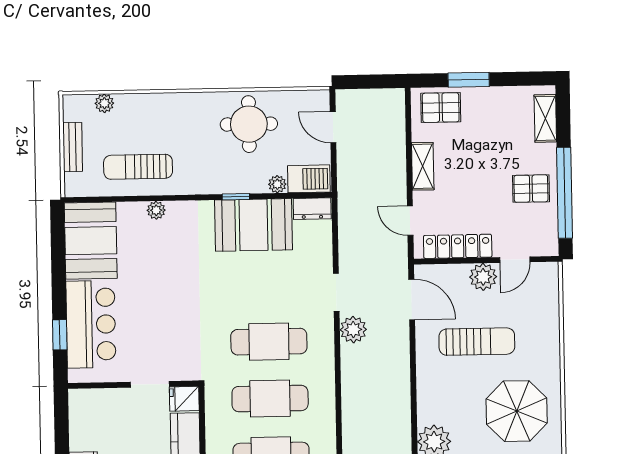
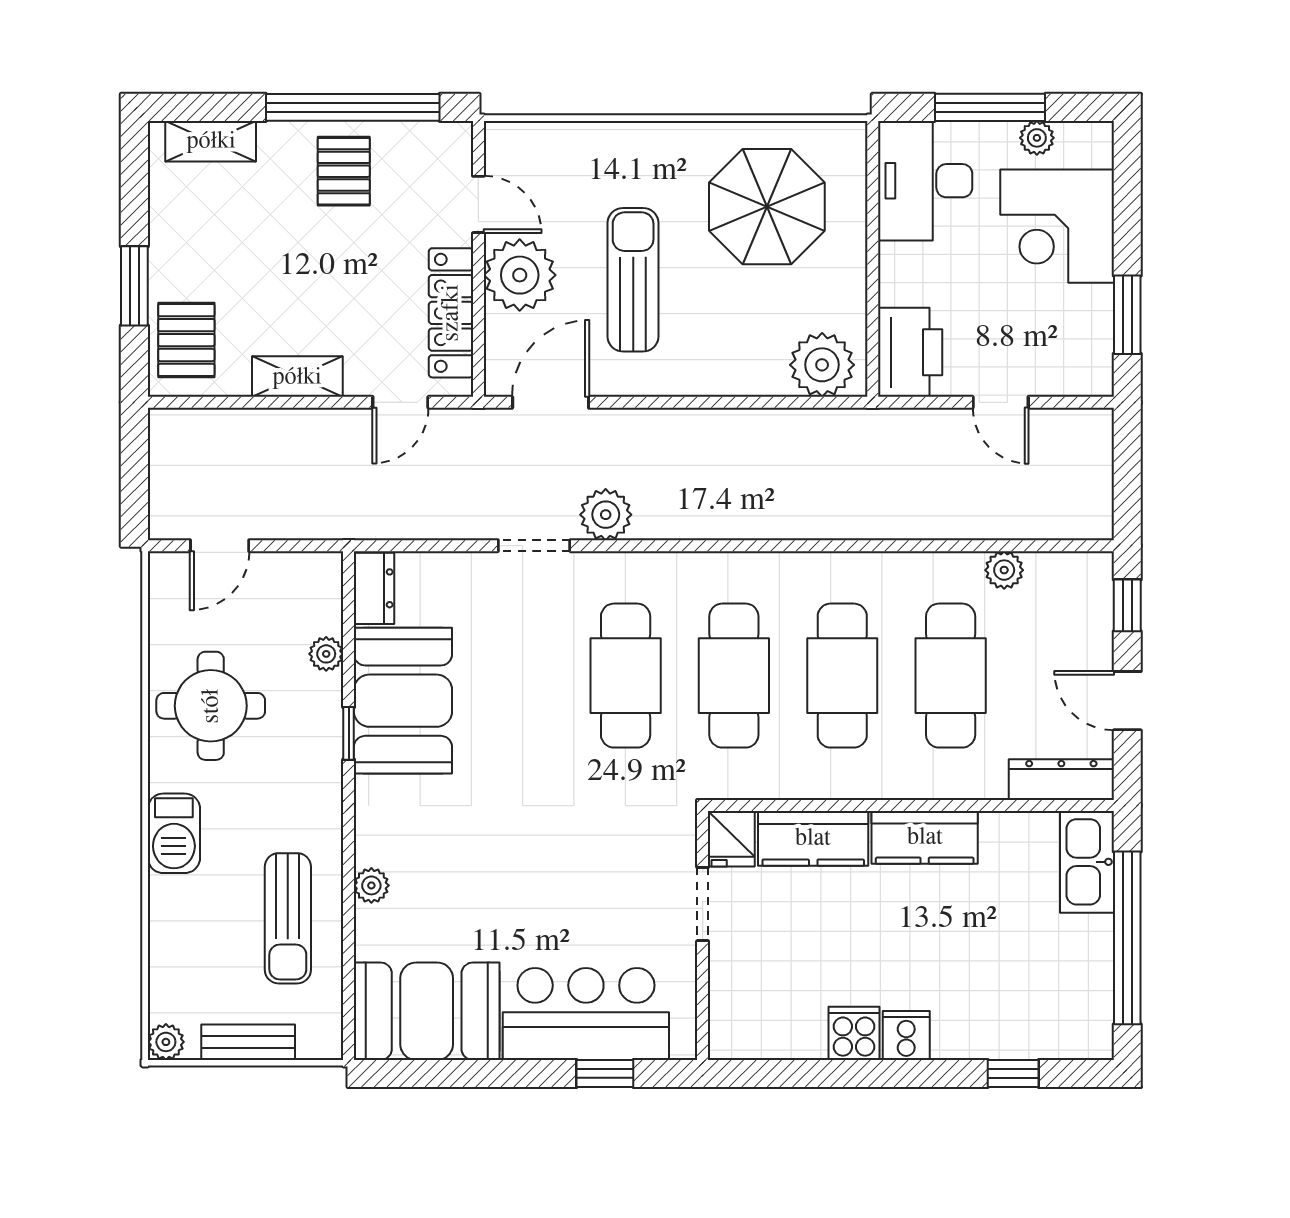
plant: (104, 103) -> (166, 1042), moved
barbecue: (309, 179) -> (174, 833), moved, turned 180
plant: (483, 277) -> (520, 275), width x1.36, depth x1.36

